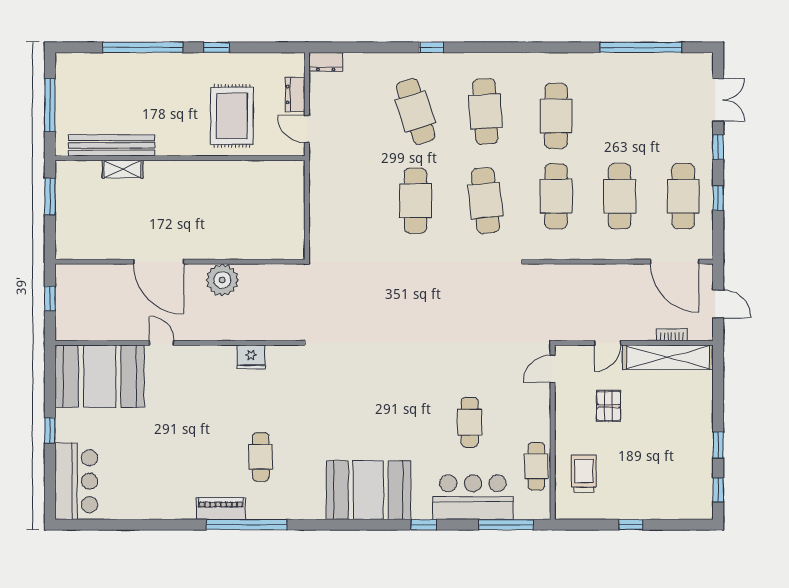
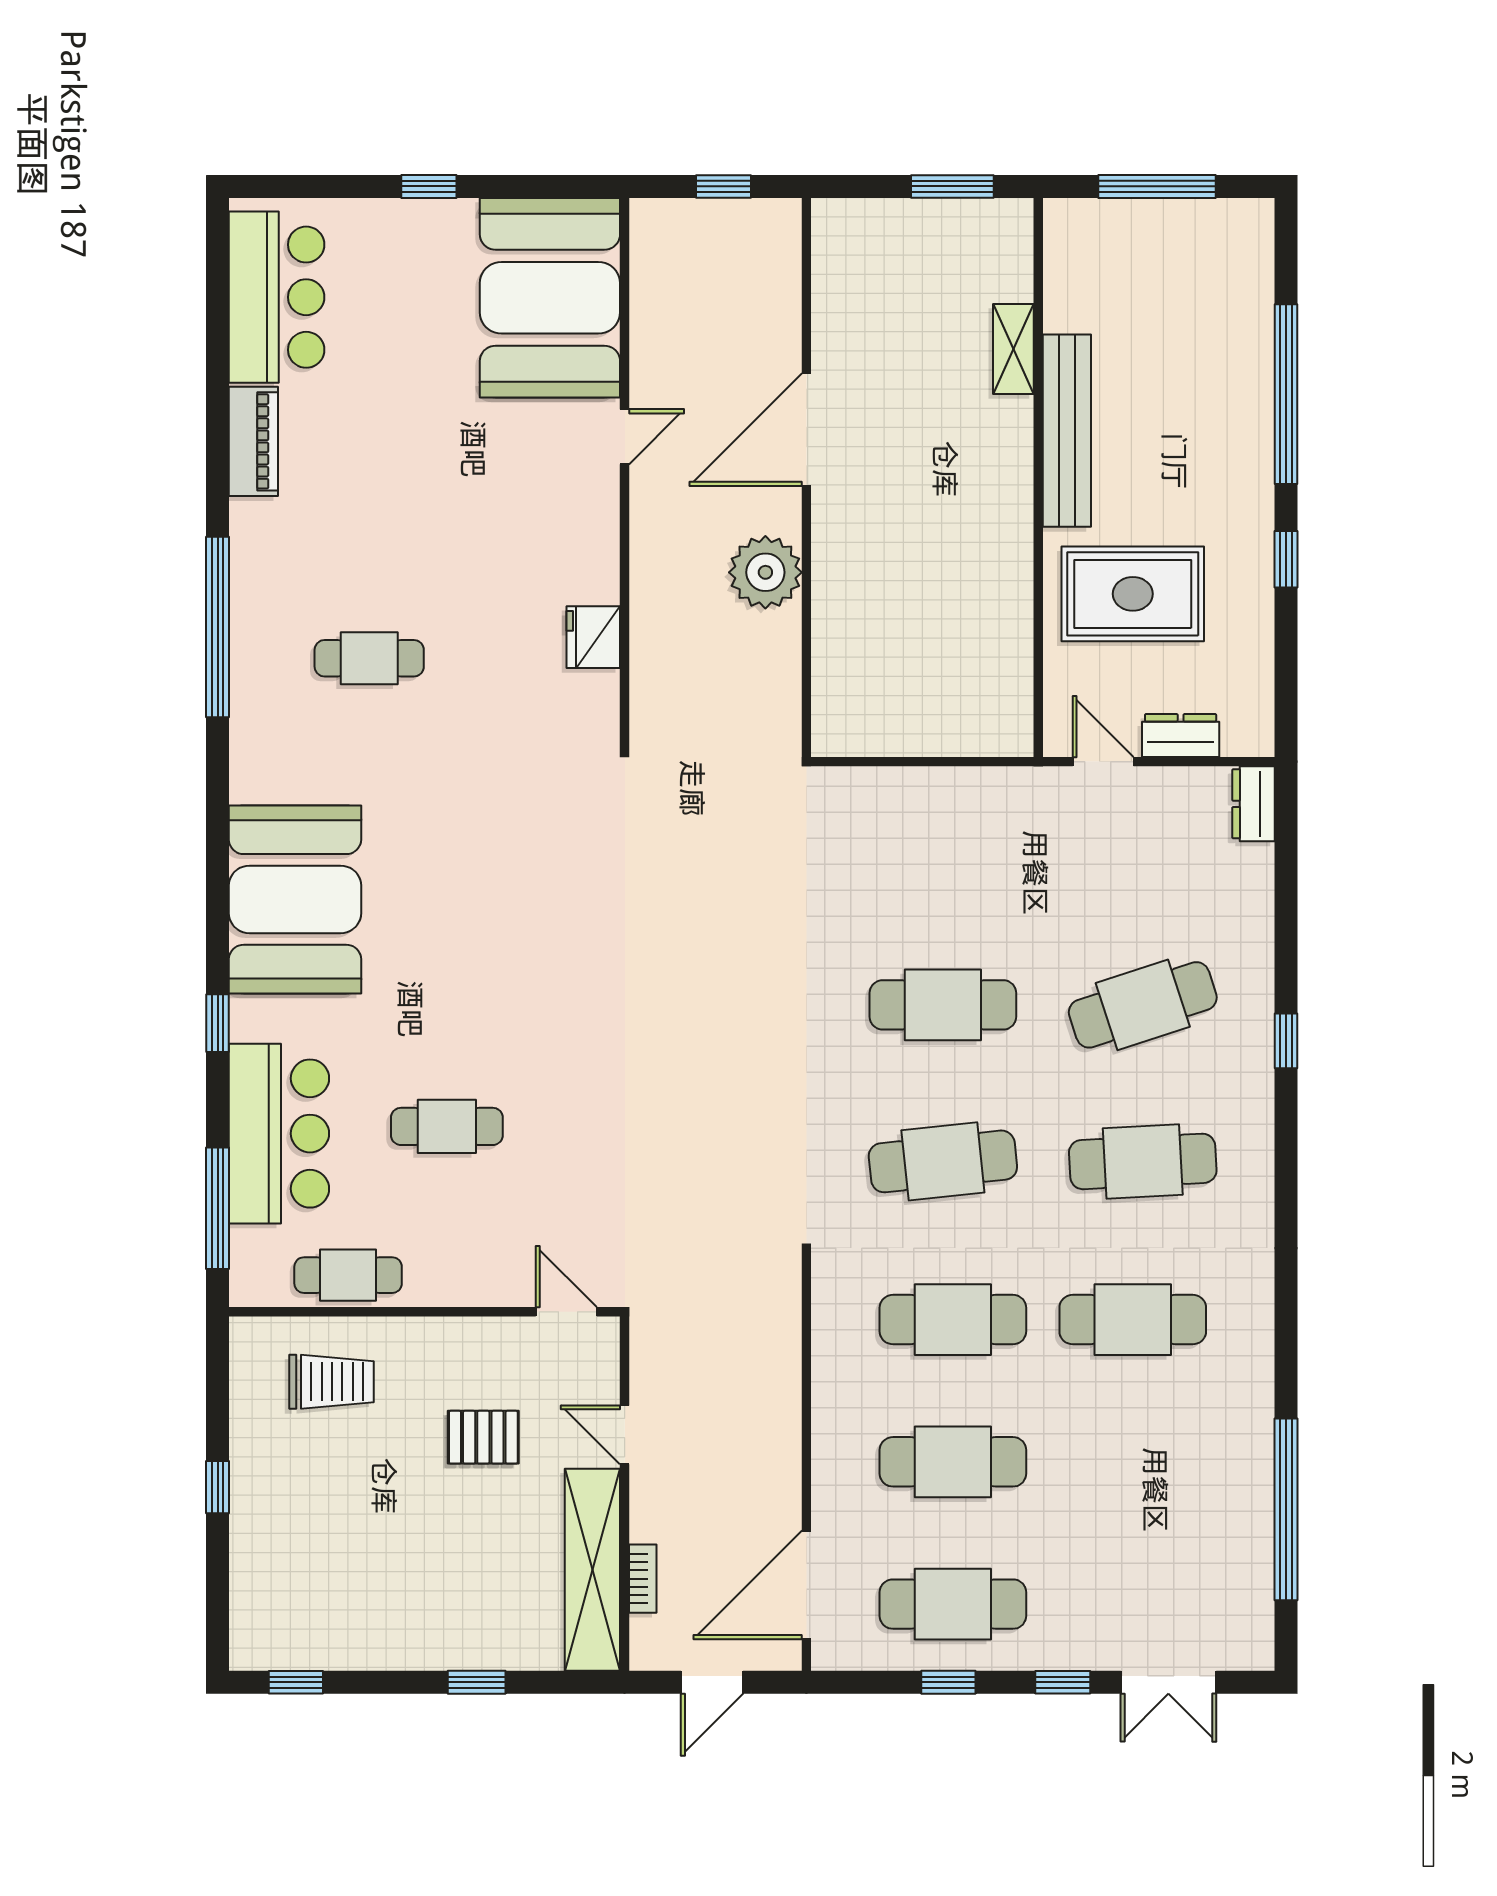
door: (307, 129) -> (1103, 762), hinge flipped
bench: (112, 145) -> (1067, 431), moved
window: (718, 445) -> (477, 1682), moved
bar counter: (76, 481) -> (277, 297), moved, turned -90
piano: (221, 509) -> (253, 441), moved

